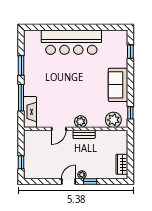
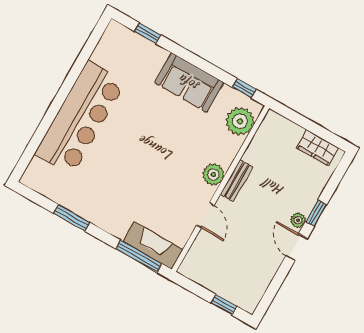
window: (21, 98) -> (139, 256), moved

